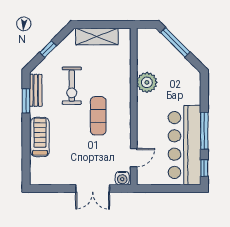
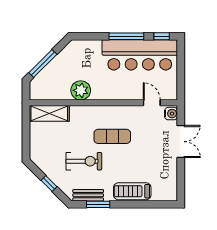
shelving: (97, 36) -> (49, 113), moved, turned 90

